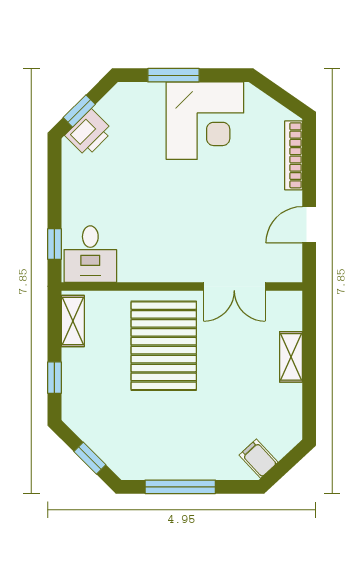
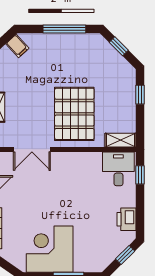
printer: (89, 133) -> (126, 219), moved, turned -45
double door: (234, 286) -> (32, 149), swing flipped
shelving: (73, 321) -> (120, 140), moved, turned 90

